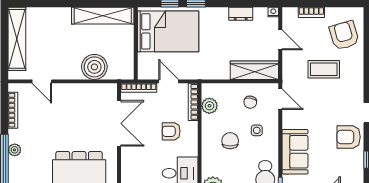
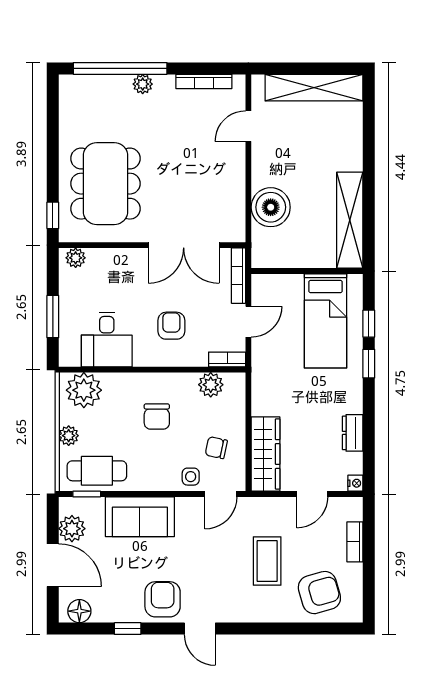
bed: (168, 31) -> (326, 321), width x0.67
bookcase: (193, 102) -> (227, 359), width x0.64
side table: (257, 130) -> (191, 477), moved
chair: (230, 141) -> (157, 417), turned 90

